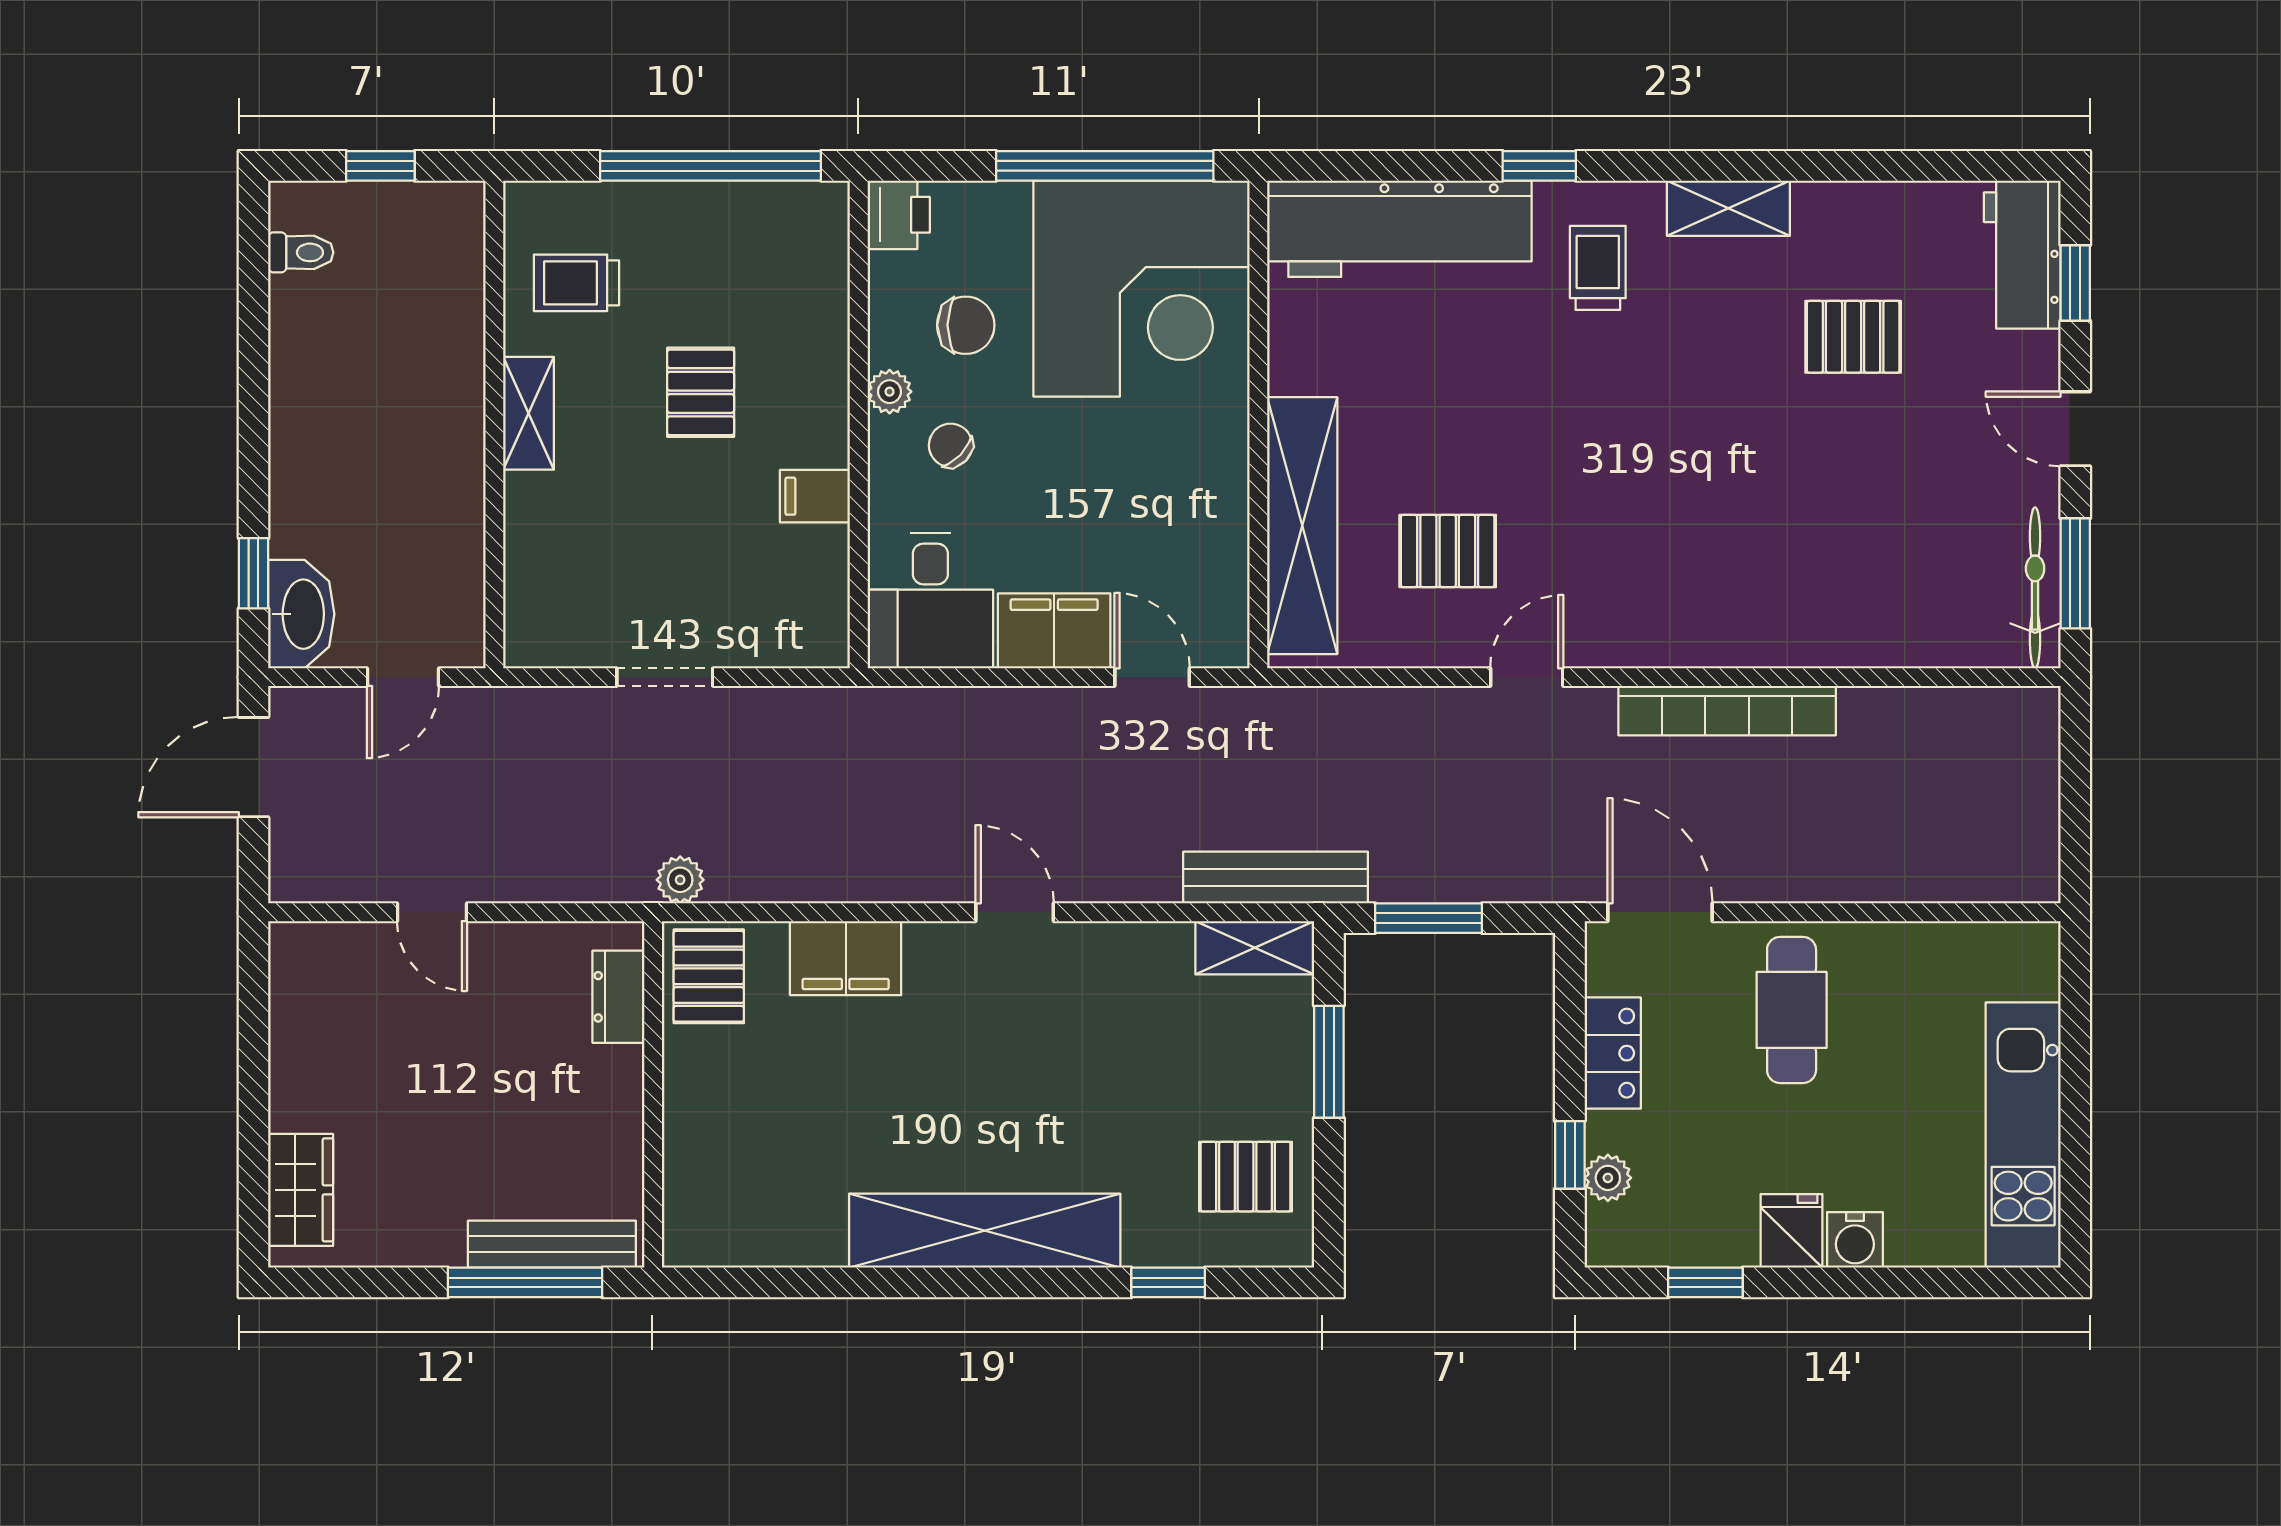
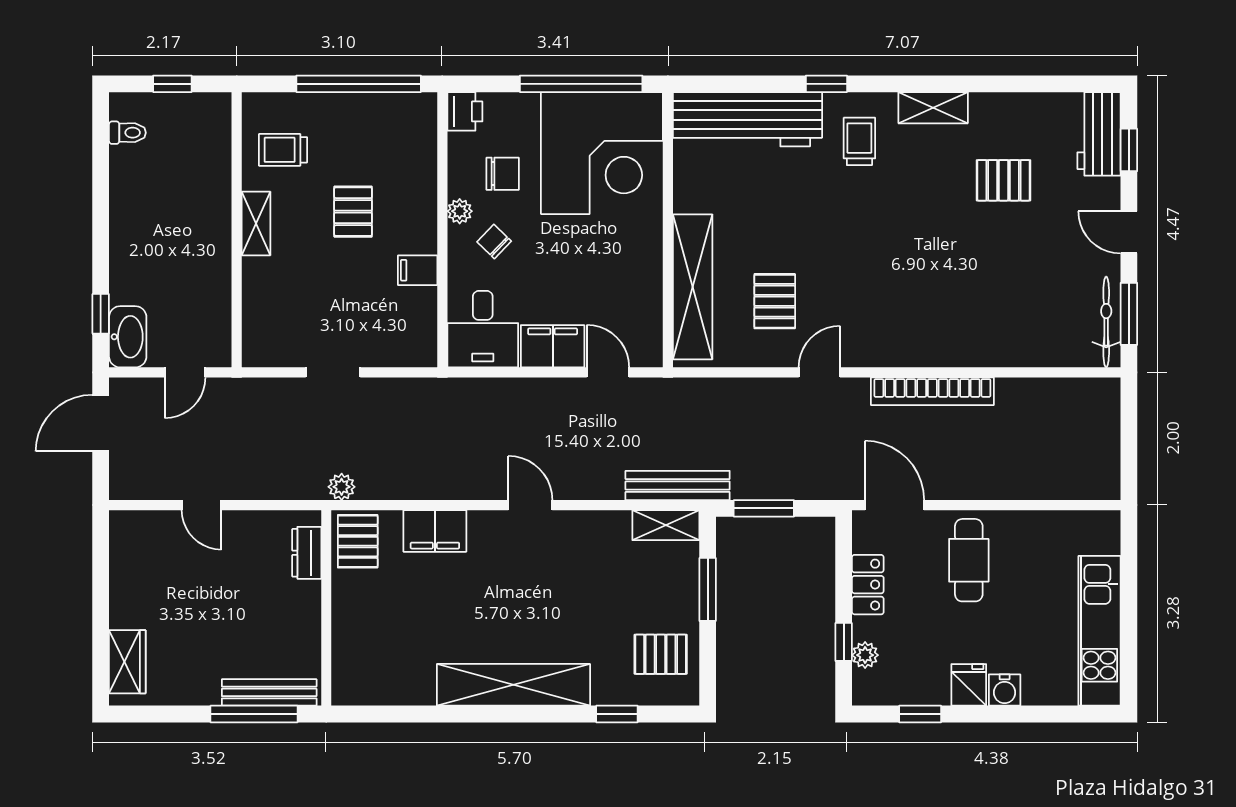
pallet: (1448, 551) -> (775, 301), turned 90

